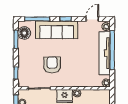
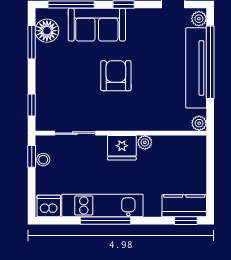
sofa: (57, 30) -> (97, 25), width x0.73
armchair: (52, 65) -> (116, 76), moved

